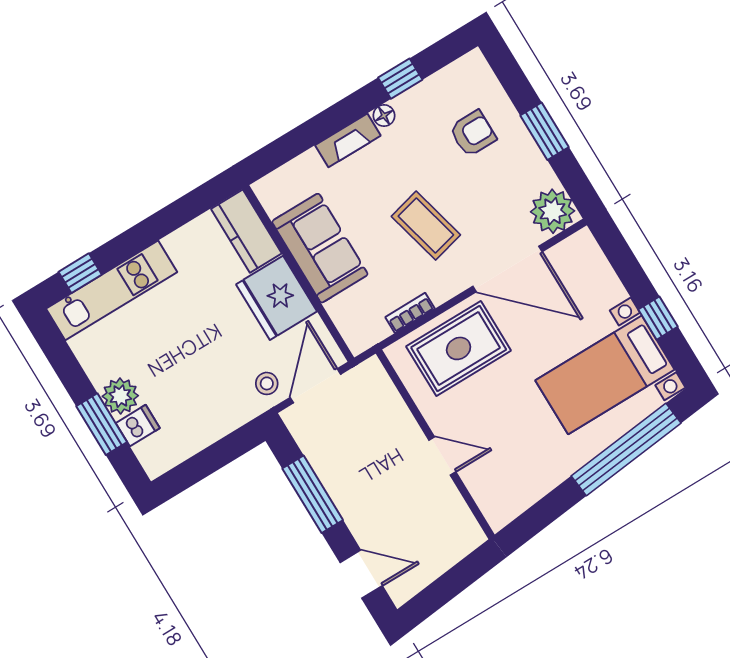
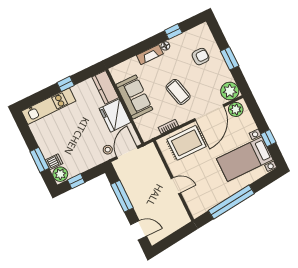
plant: (571, 255) -> (236, 109), added
door: (508, 269) -> (209, 113), hinge flipped
window: (80, 273) -> (66, 84), moved
plant: (120, 396) -> (60, 174), moved
window: (626, 450) -> (231, 202), moved
window: (197, 468) -> (76, 181), added

